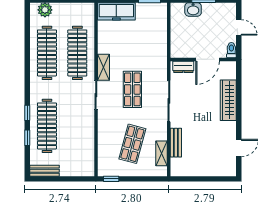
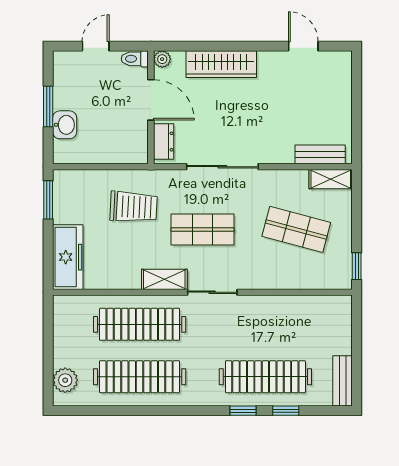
trolley: (146, 49) -> (134, 207), added
plant: (231, 66) -> (162, 59), added
bench: (176, 143) -> (320, 154), moved
shelving: (162, 153) -> (331, 179), moved

